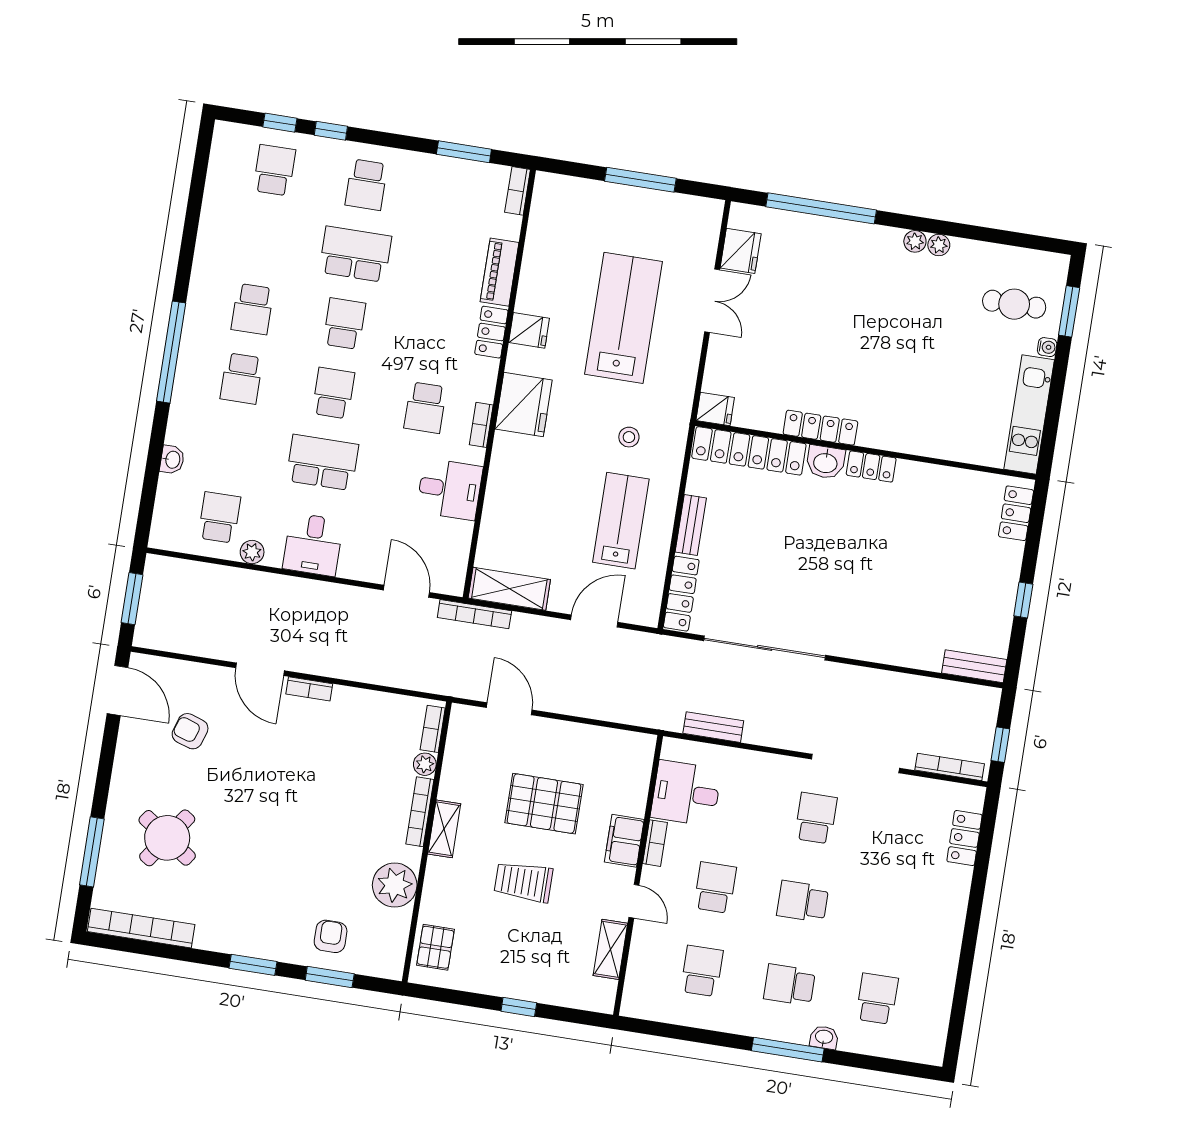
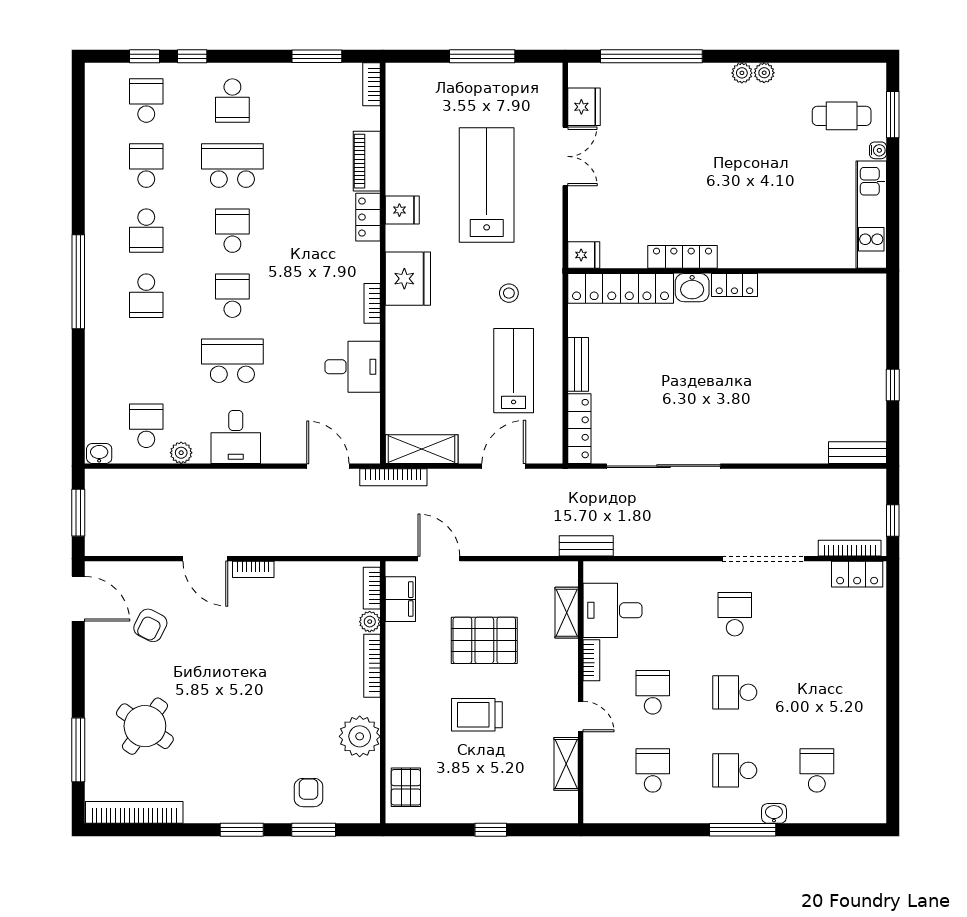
school desk: (425, 408) -> (146, 166), moved, turned 180
washbasin: (172, 460) -> (99, 453), moved, turned -90
locker: (1016, 513) -> (874, 307), removed
bench: (713, 727) -> (586, 546), moved
armchair: (190, 731) -> (150, 625), turned -81
shelving: (444, 829) -> (567, 613), moved
locker: (964, 838) -> (857, 574), moved, turned -90
filing cabinet: (624, 841) -> (400, 599), moved, turned 180

